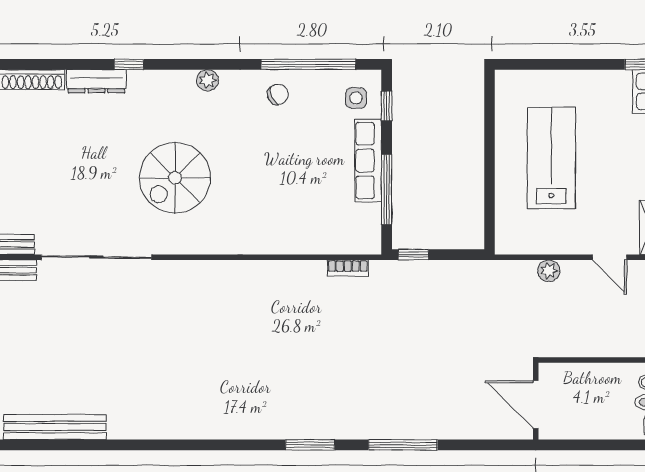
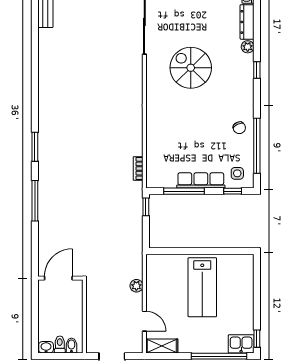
window: (129, 64) -> (257, 70), moved
plant: (208, 80) -> (248, 47), moved
lab bench: (551, 158) -> (202, 287), turned 90
door: (610, 257) -> (144, 321), swing flipped

